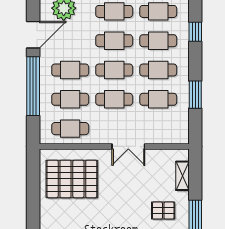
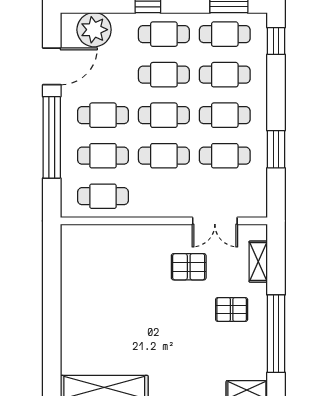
window: (195, 32) -> (276, 41), moved
double door: (128, 146) -> (215, 221), moved
pallet: (72, 179) -> (189, 267), moved, width x0.49, depth x0.50

